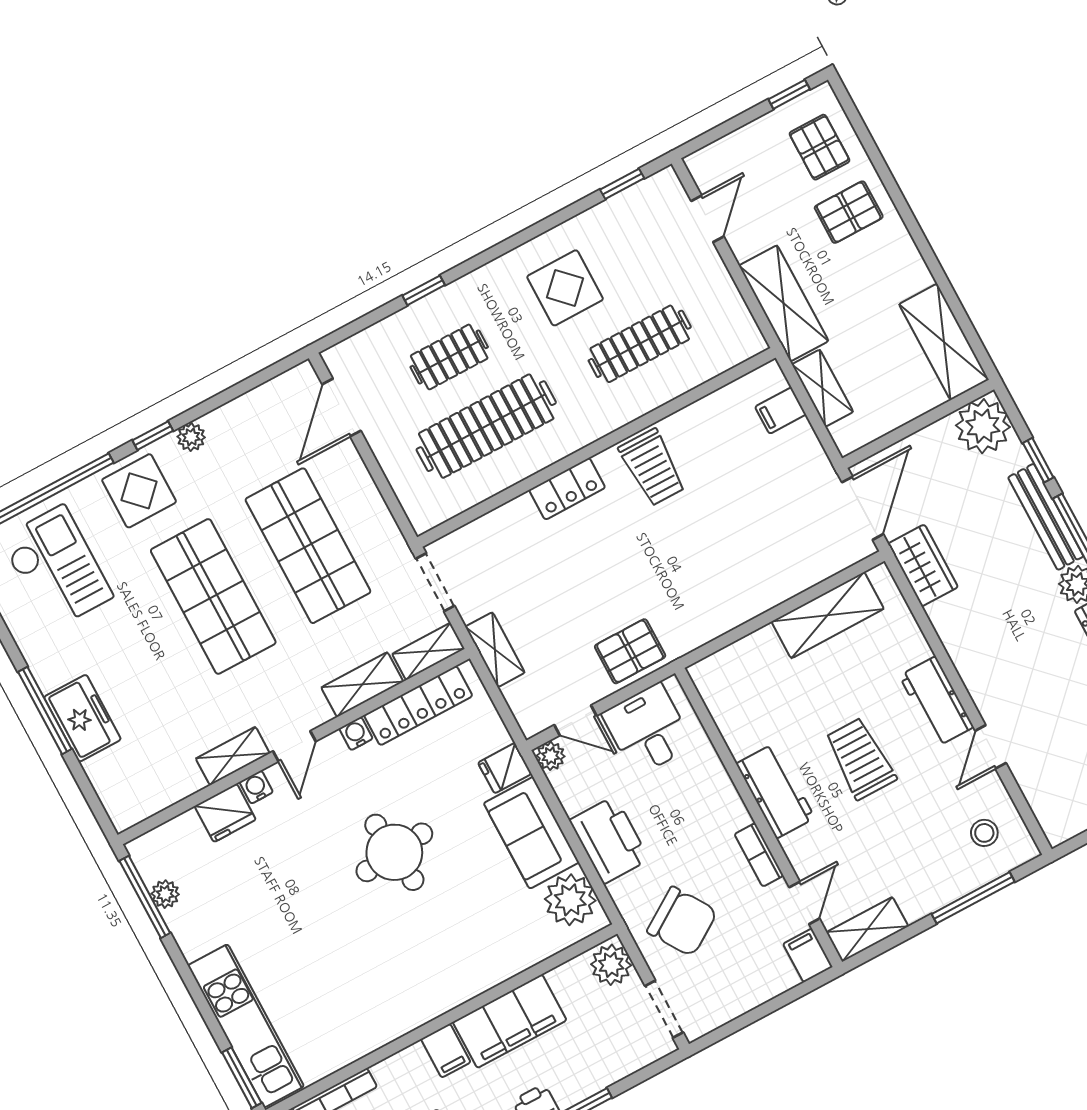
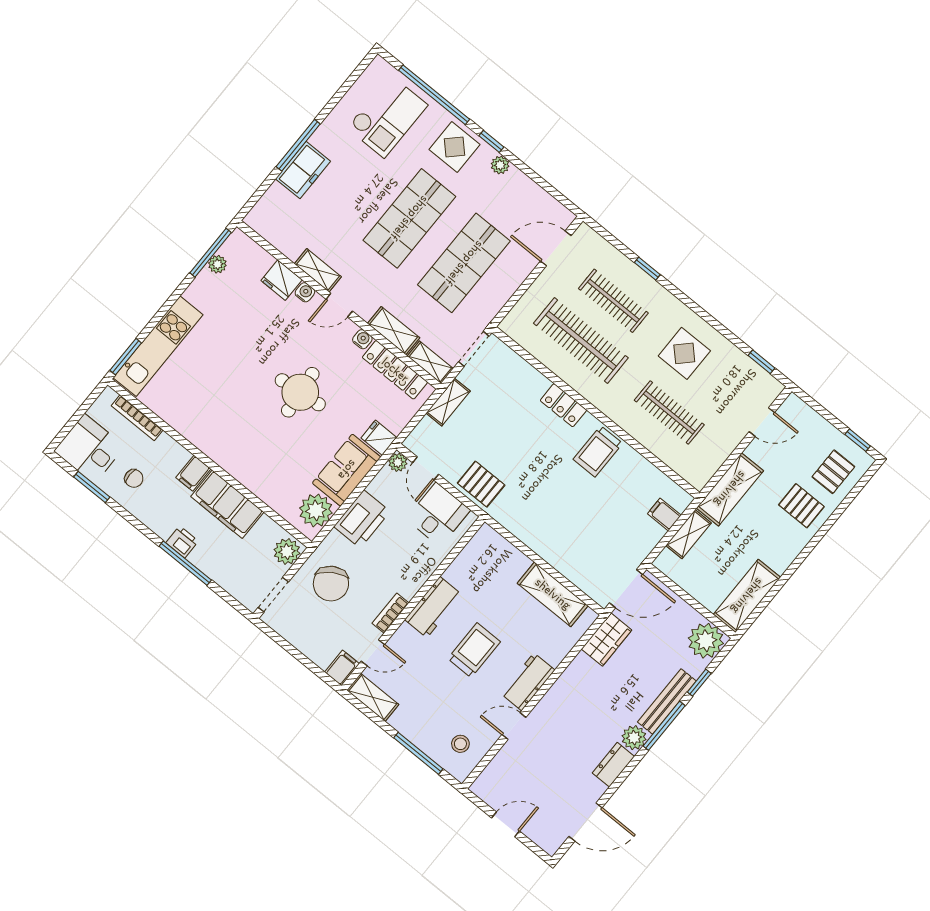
clothes rail: (449, 357) -> (613, 301), width x1.36

